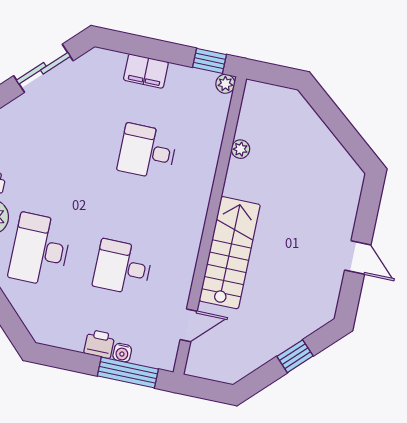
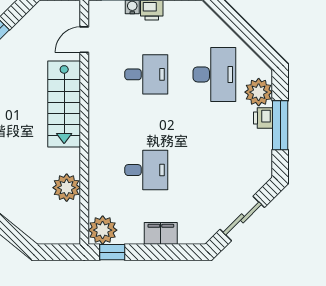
plant: (225, 84) -> (103, 230), width x1.88, depth x1.88
plant: (240, 149) -> (67, 188), width x1.88, depth x1.88

